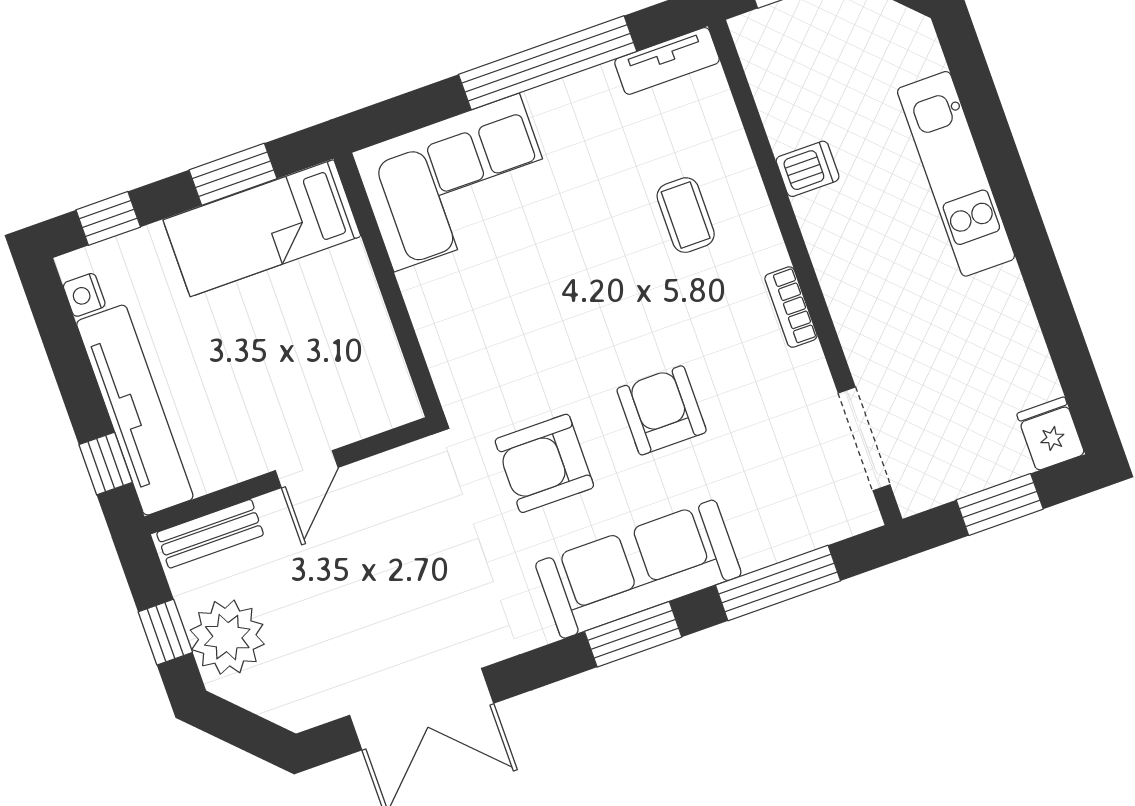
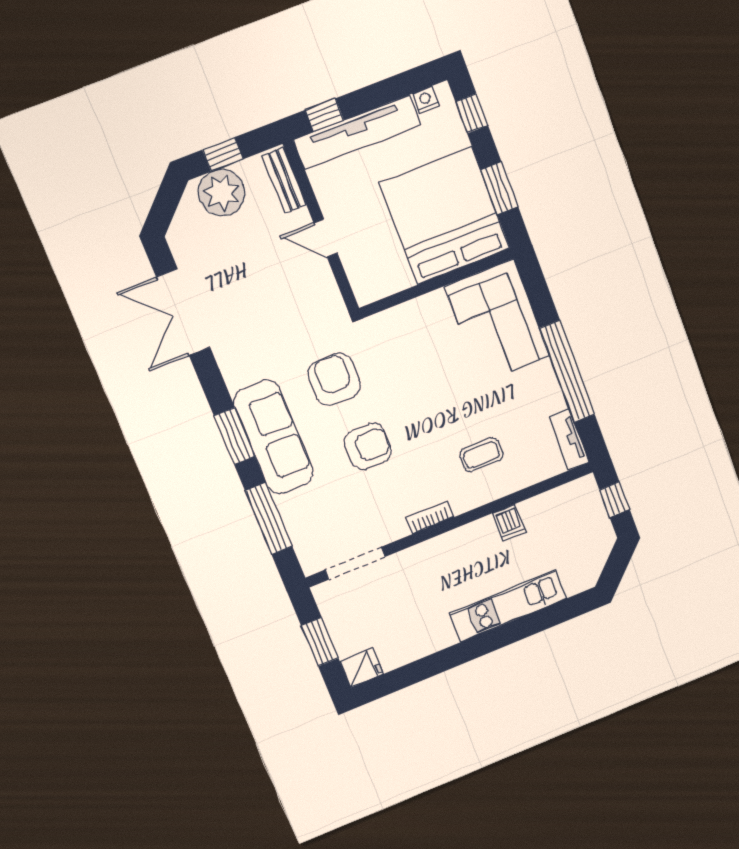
bed: (262, 228) -> (445, 216), width x2.04

